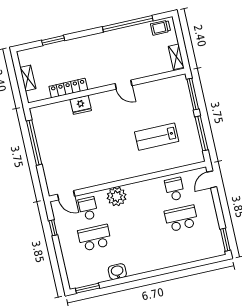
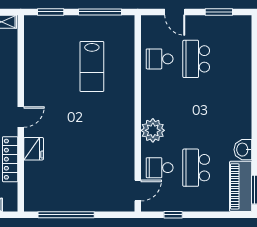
door: (123, 85) -> (21, 117), moved
window: (193, 94) -> (51, 12), width x0.69
door: (212, 179) -> (175, 12), moved
window: (225, 240) -> (219, 12), moved
piano: (88, 276) -> (241, 186), added

